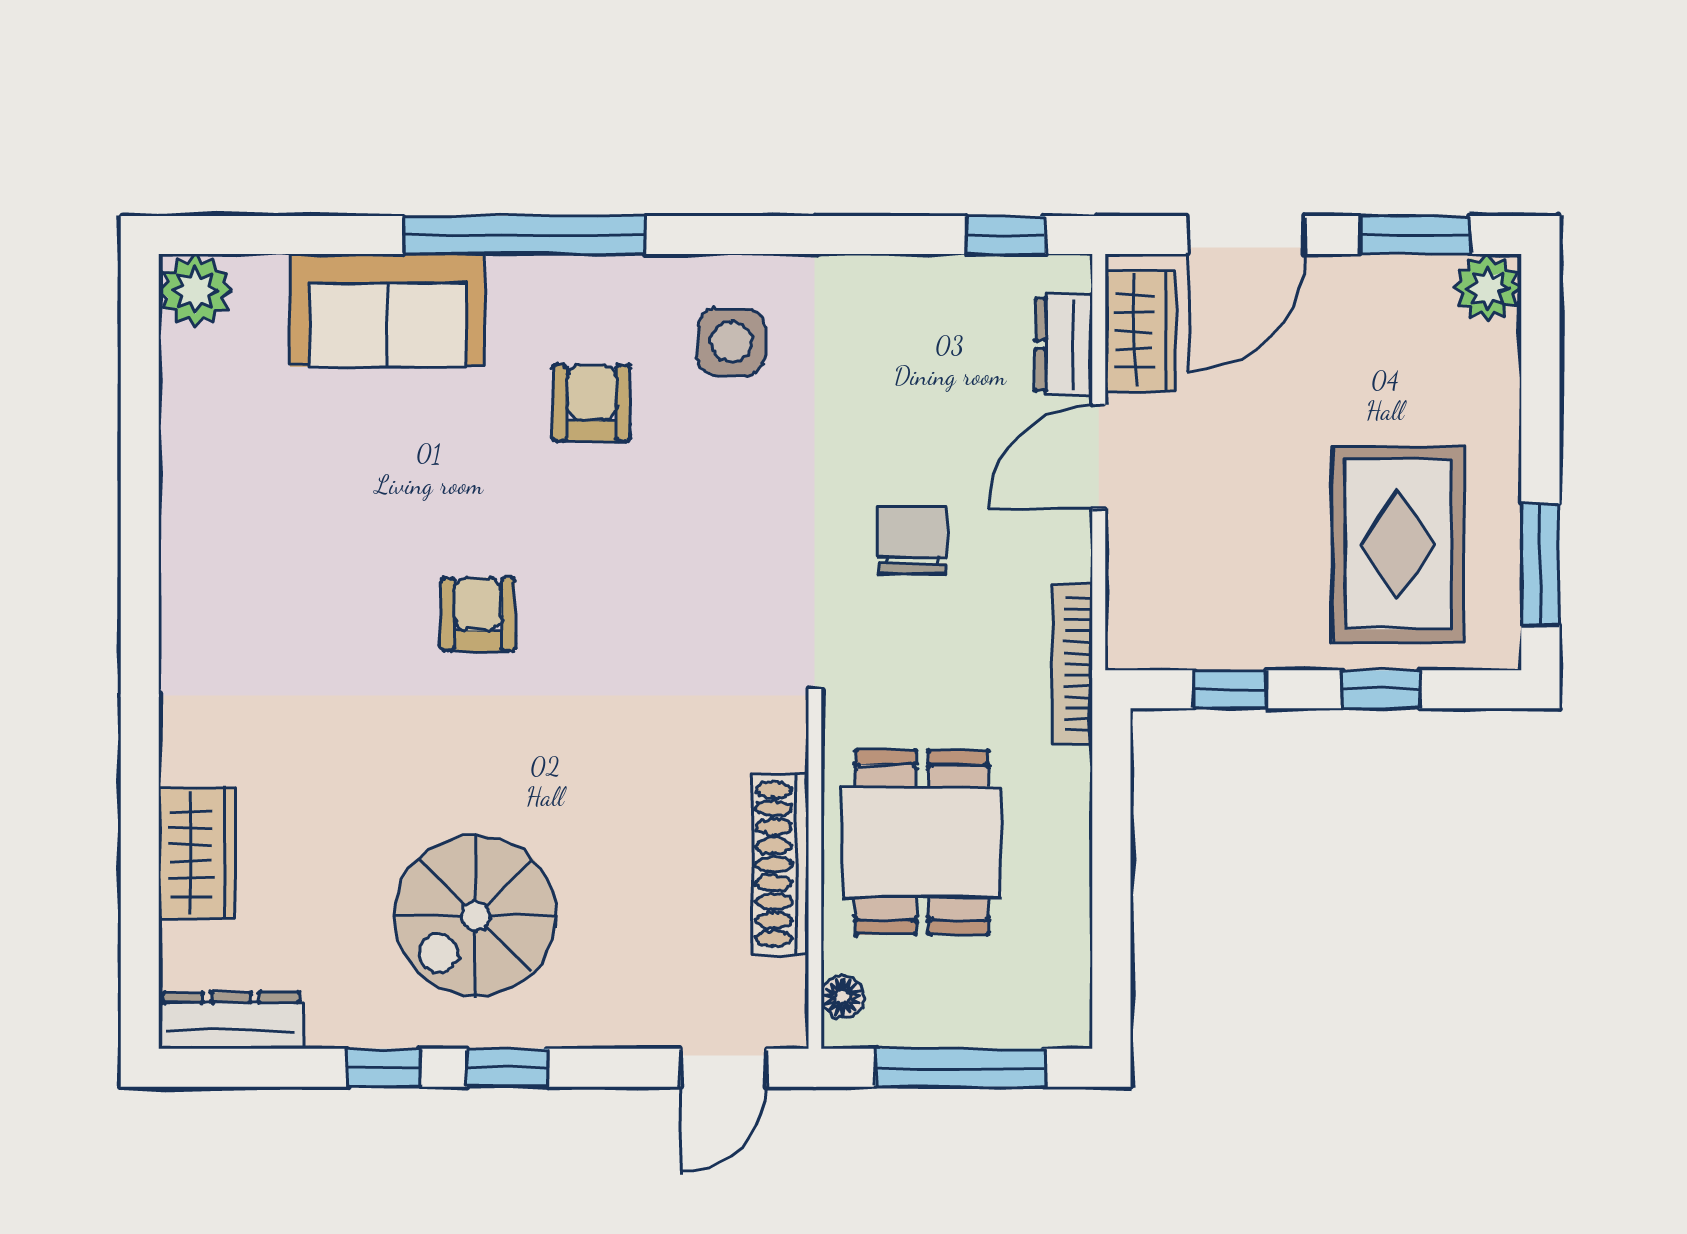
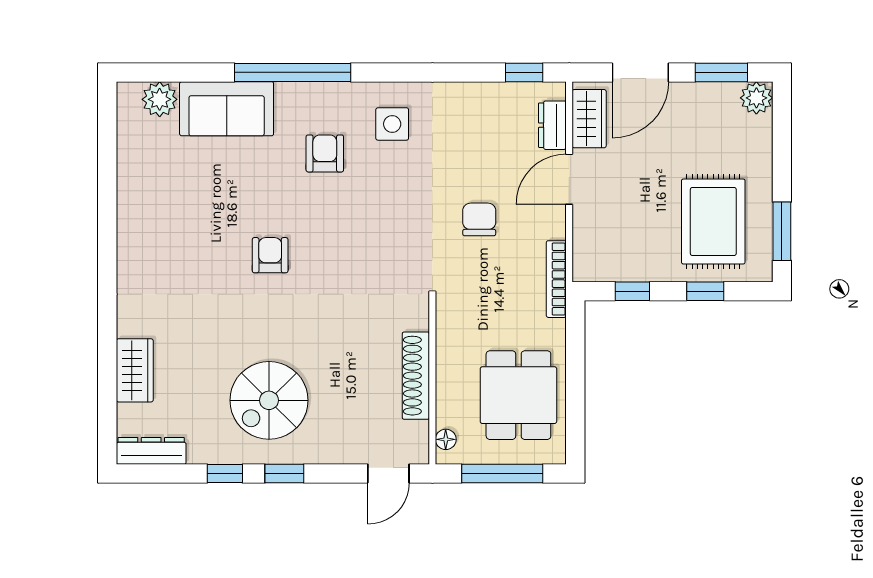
plant: (195, 291) -> (160, 99), moved
dining table: (922, 842) -> (518, 395), moved

